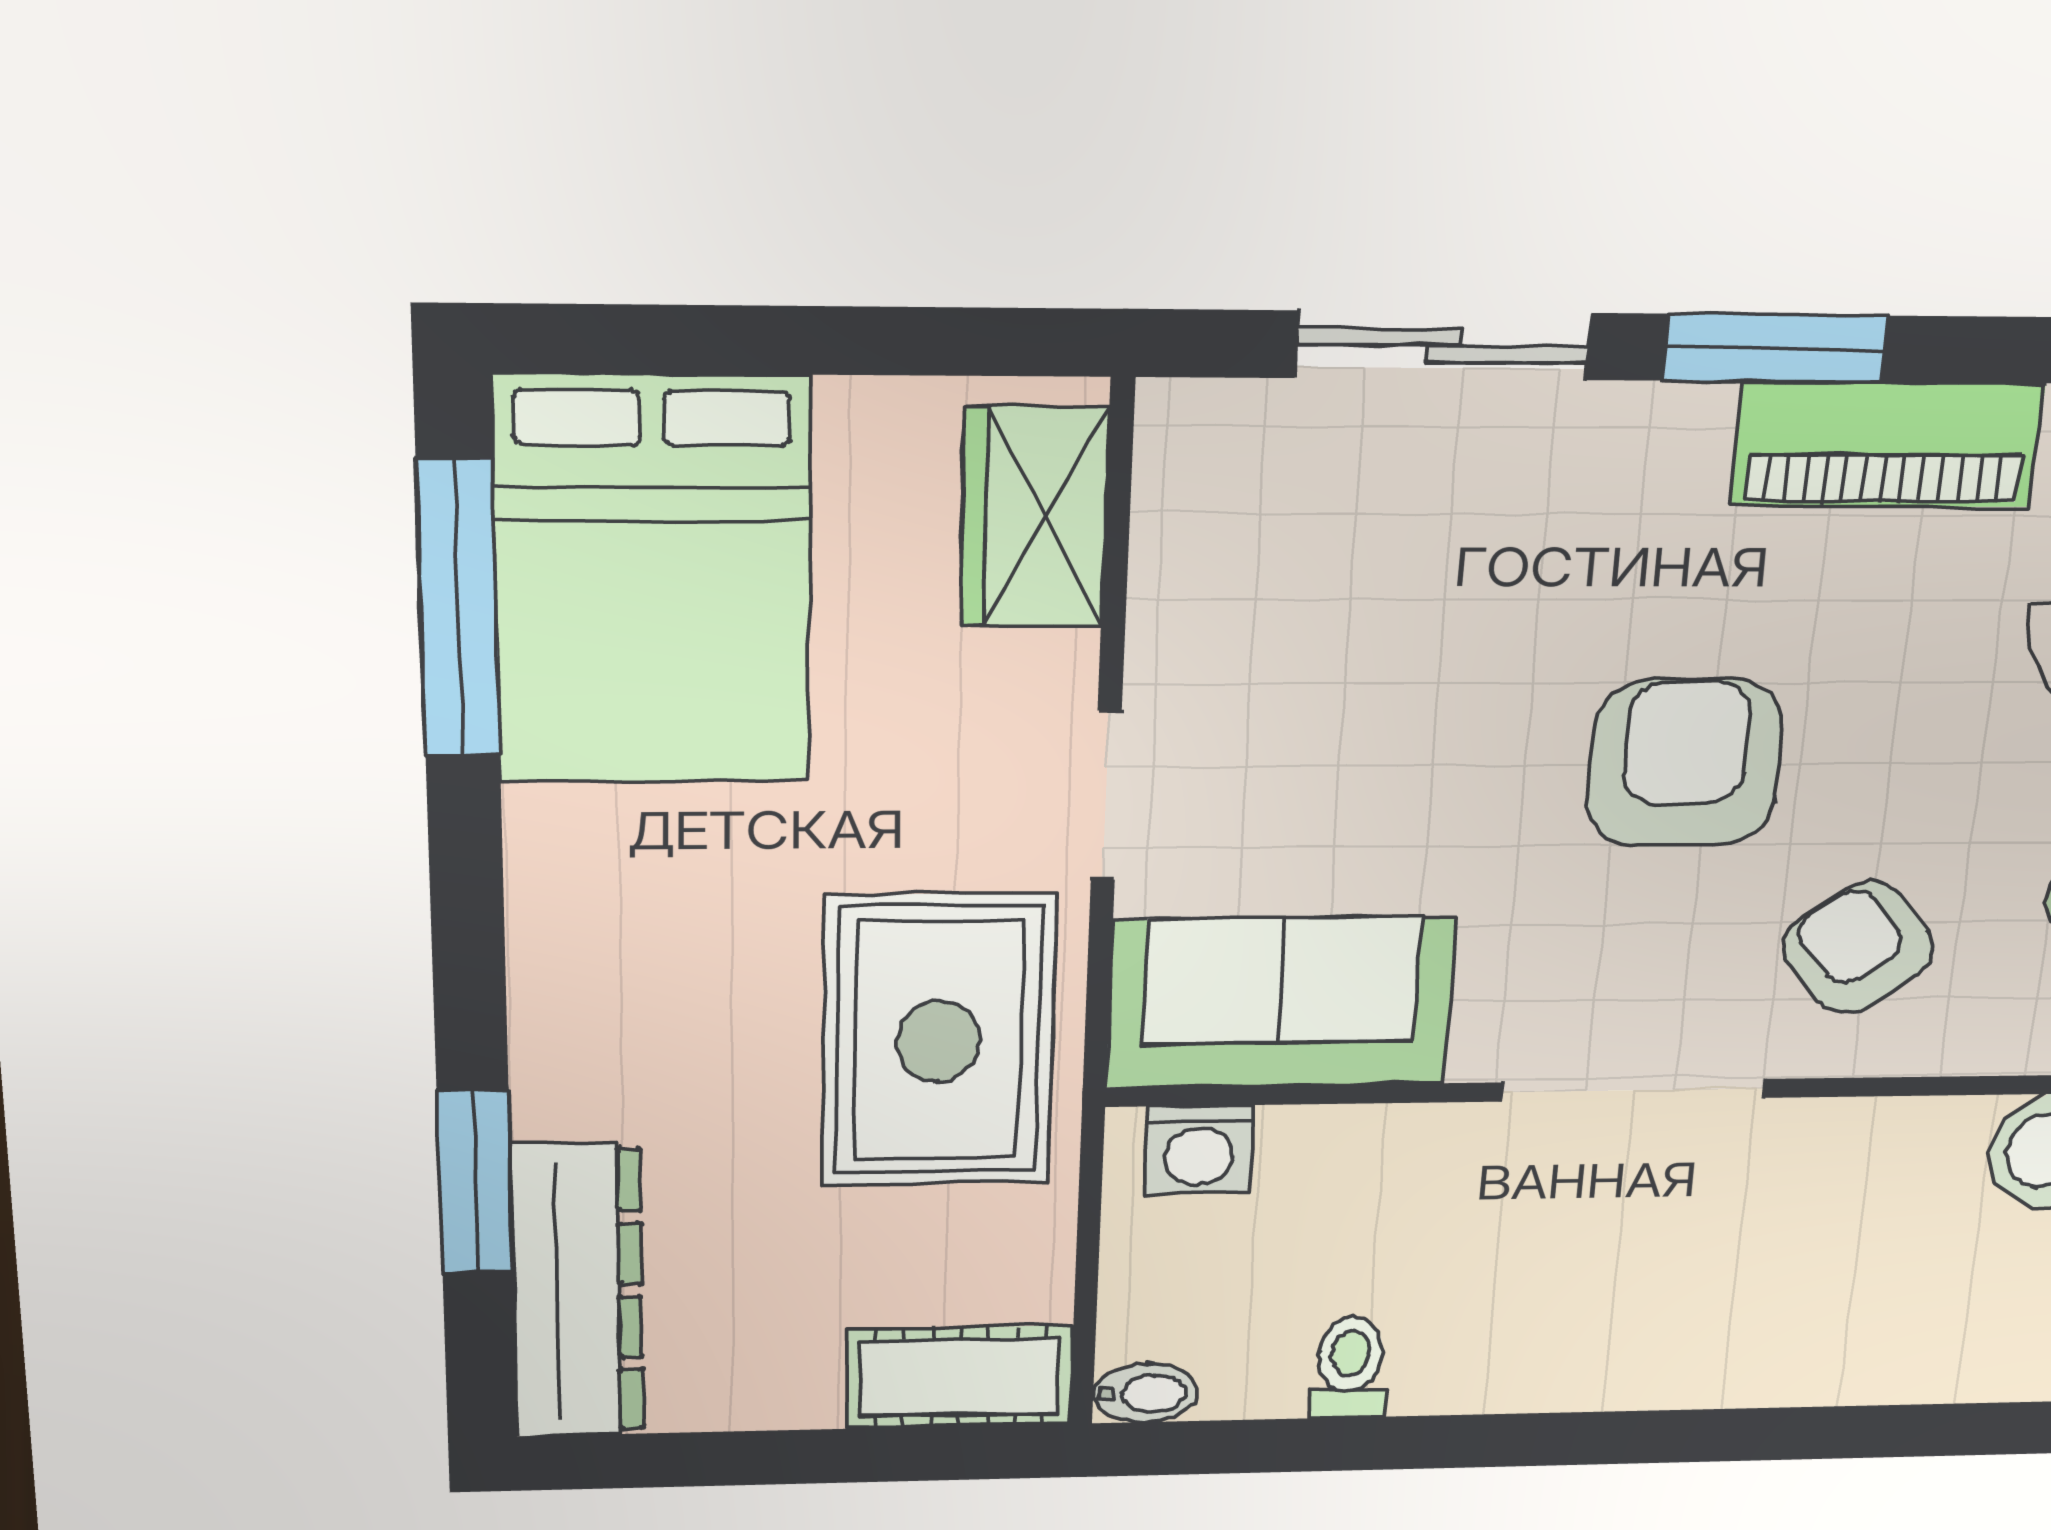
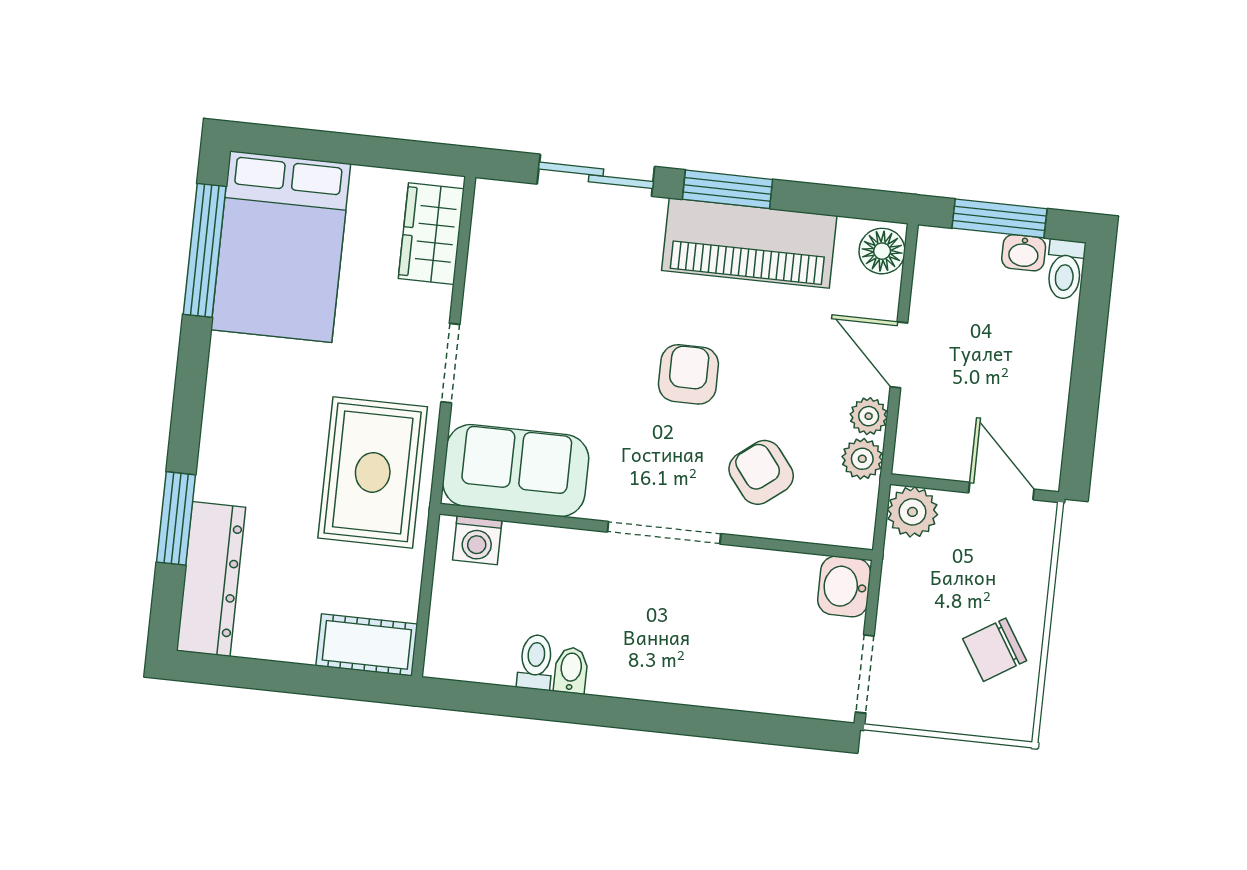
piano: (1887, 445) -> (749, 243), width x1.37, depth x1.33
armchair: (1685, 763) -> (688, 374), width x0.72, depth x0.72
bidet: (1145, 1393) -> (571, 670), moved, turned -90

